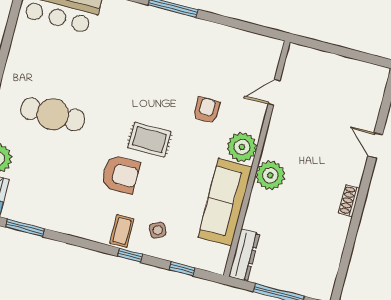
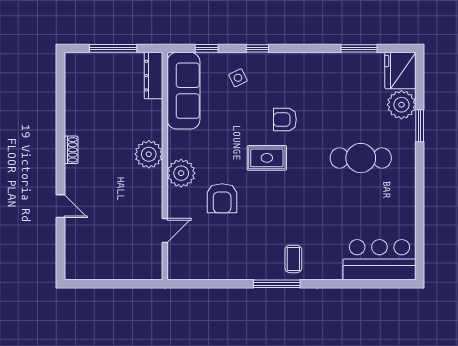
armchair: (207, 110) -> (222, 198), width x1.38, depth x1.38
armchair: (121, 174) -> (285, 120), width x0.72, depth x0.72
sofa: (225, 202) -> (184, 91), moved
coffee table: (122, 231) -> (293, 259), moved

